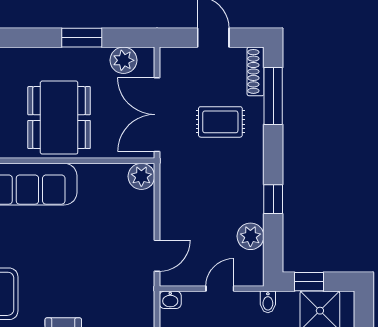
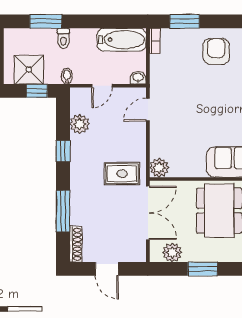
window: (273, 96) -> (63, 211), moved
rug: (220, 122) -> (122, 174), moved

